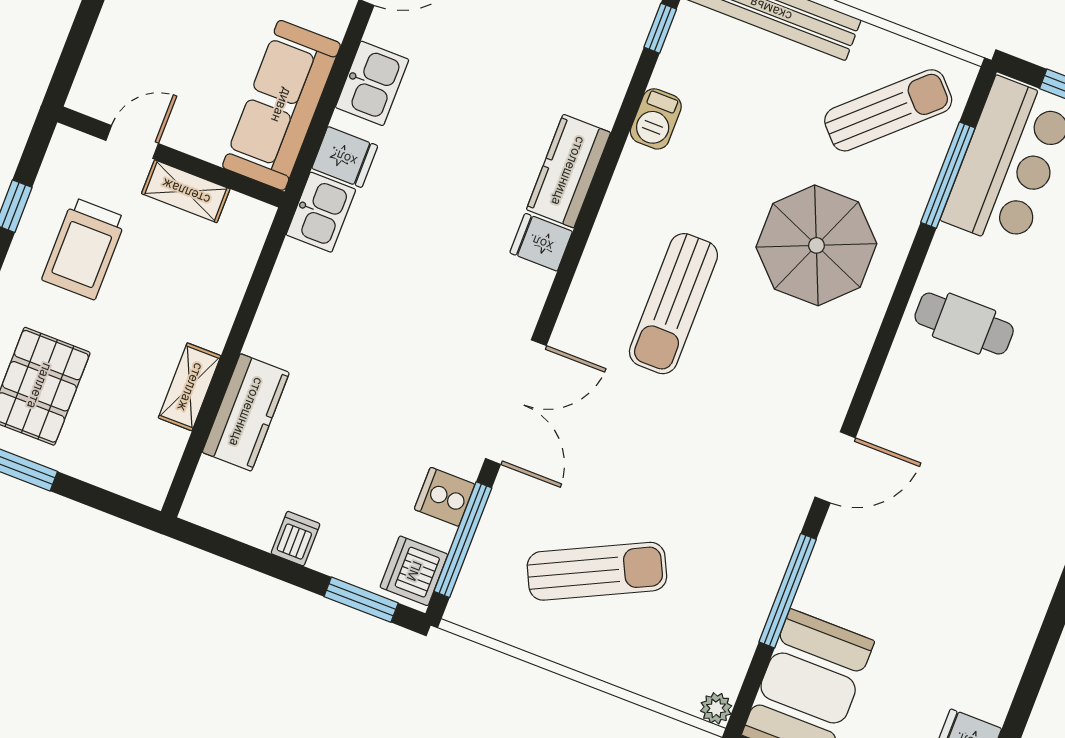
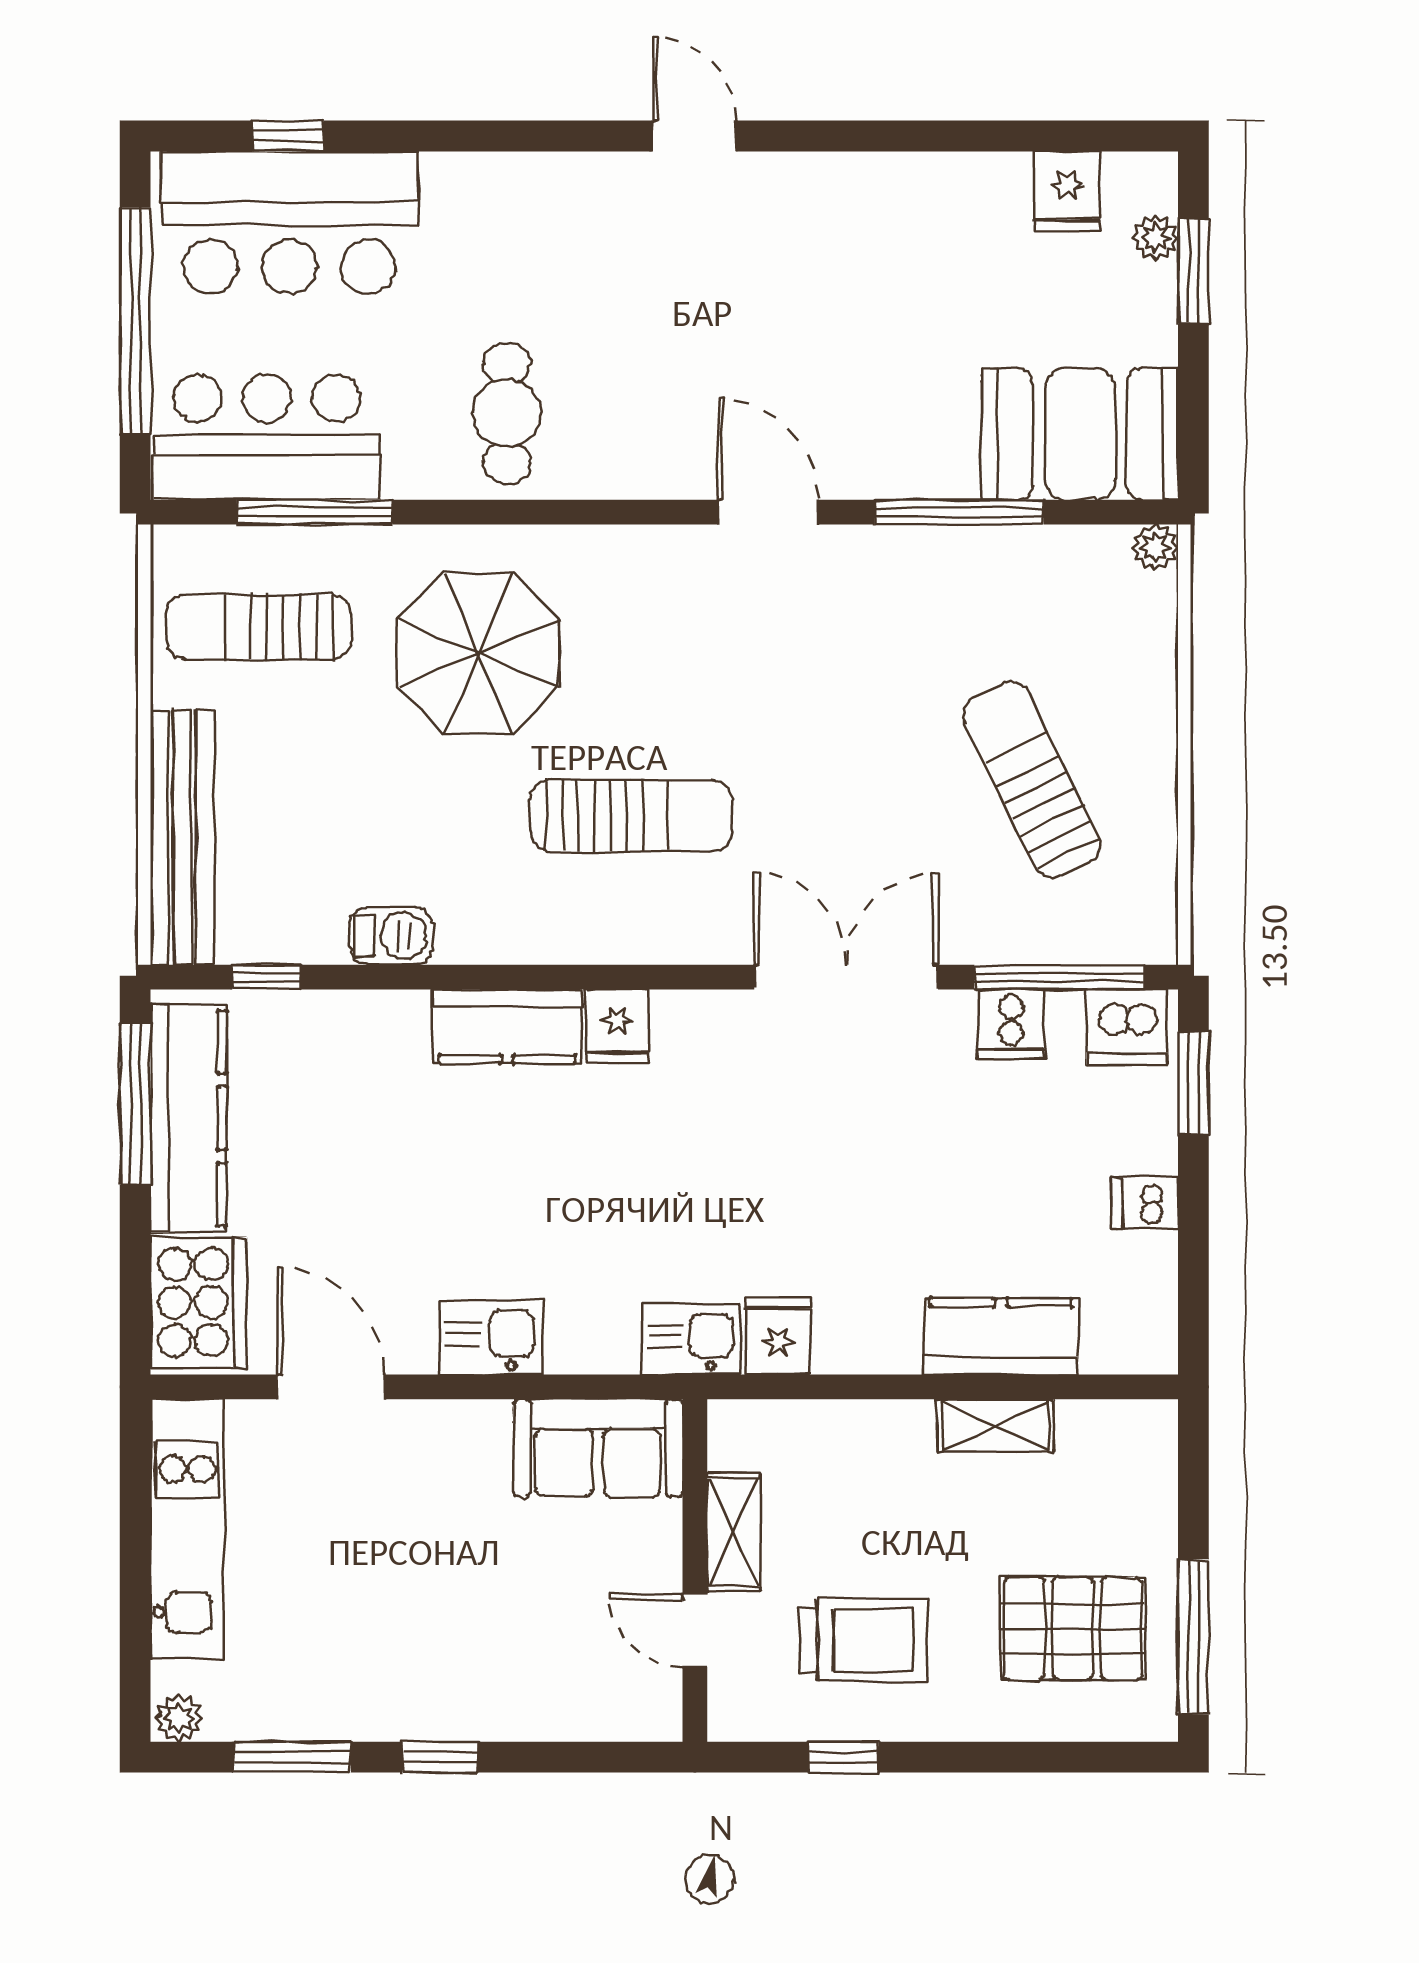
sofa: (281, 105) -> (598, 1448), width x0.73
sun lounger: (888, 110) -> (258, 627), turned -47
fridge: (345, 157) -> (778, 1336), moved

